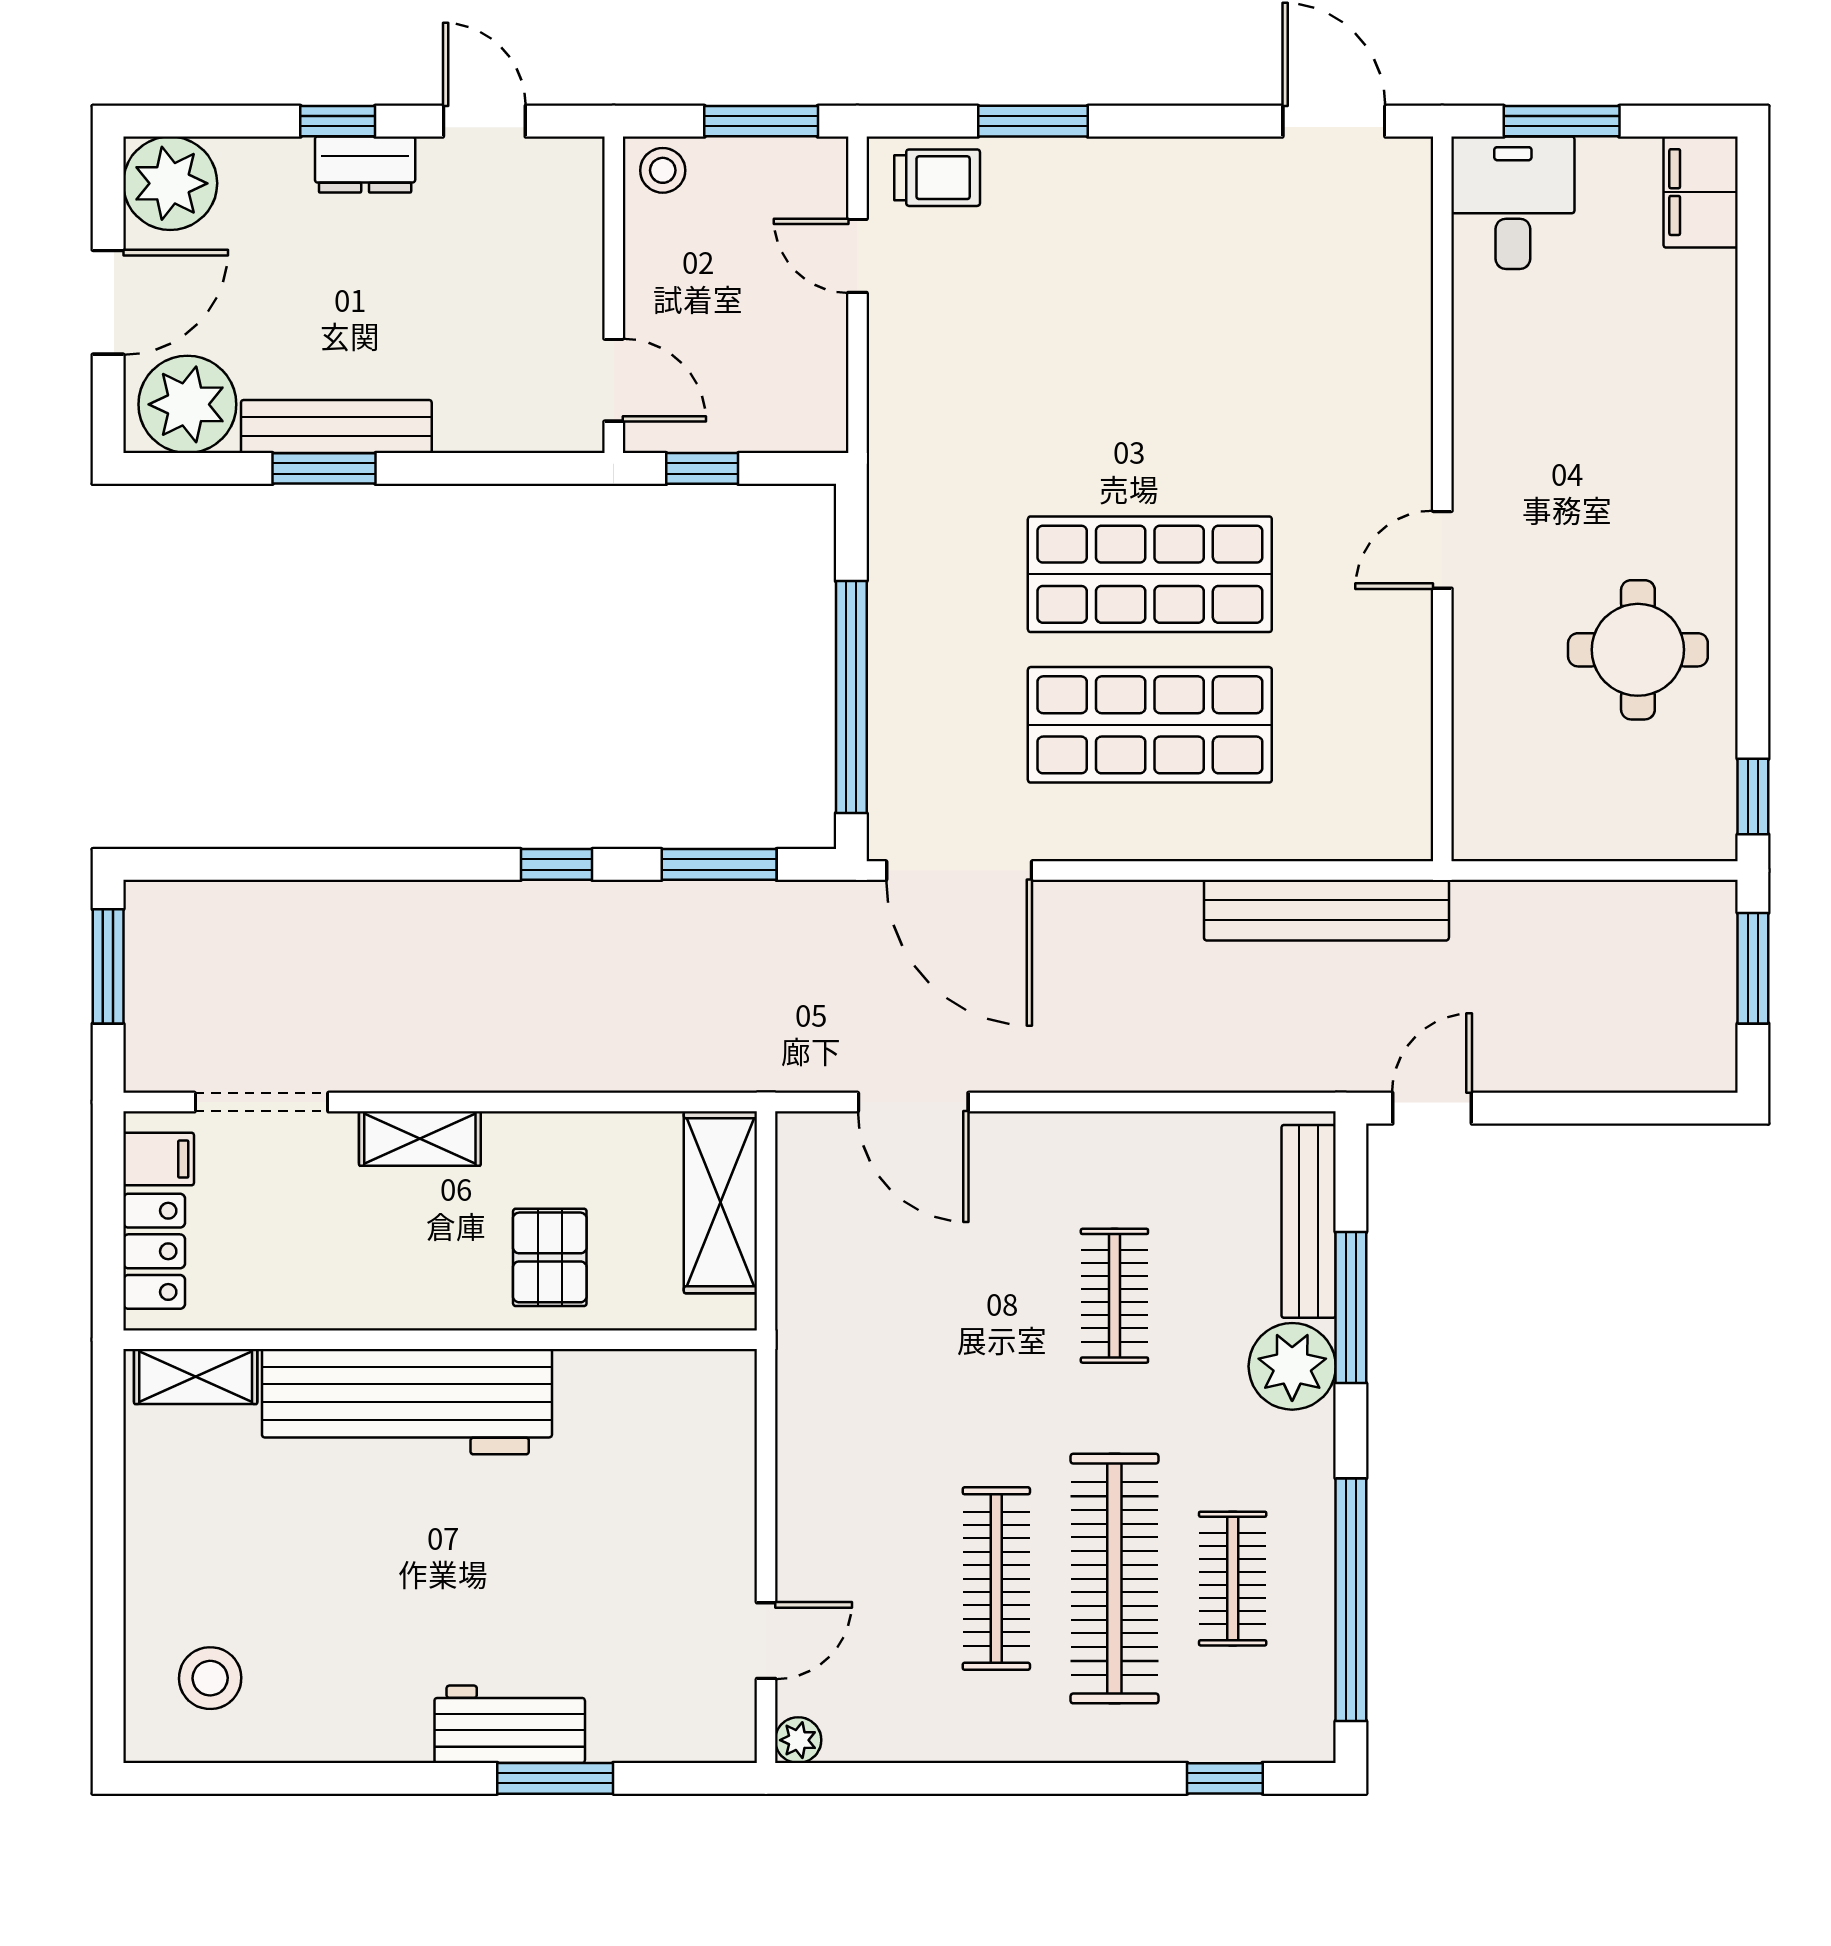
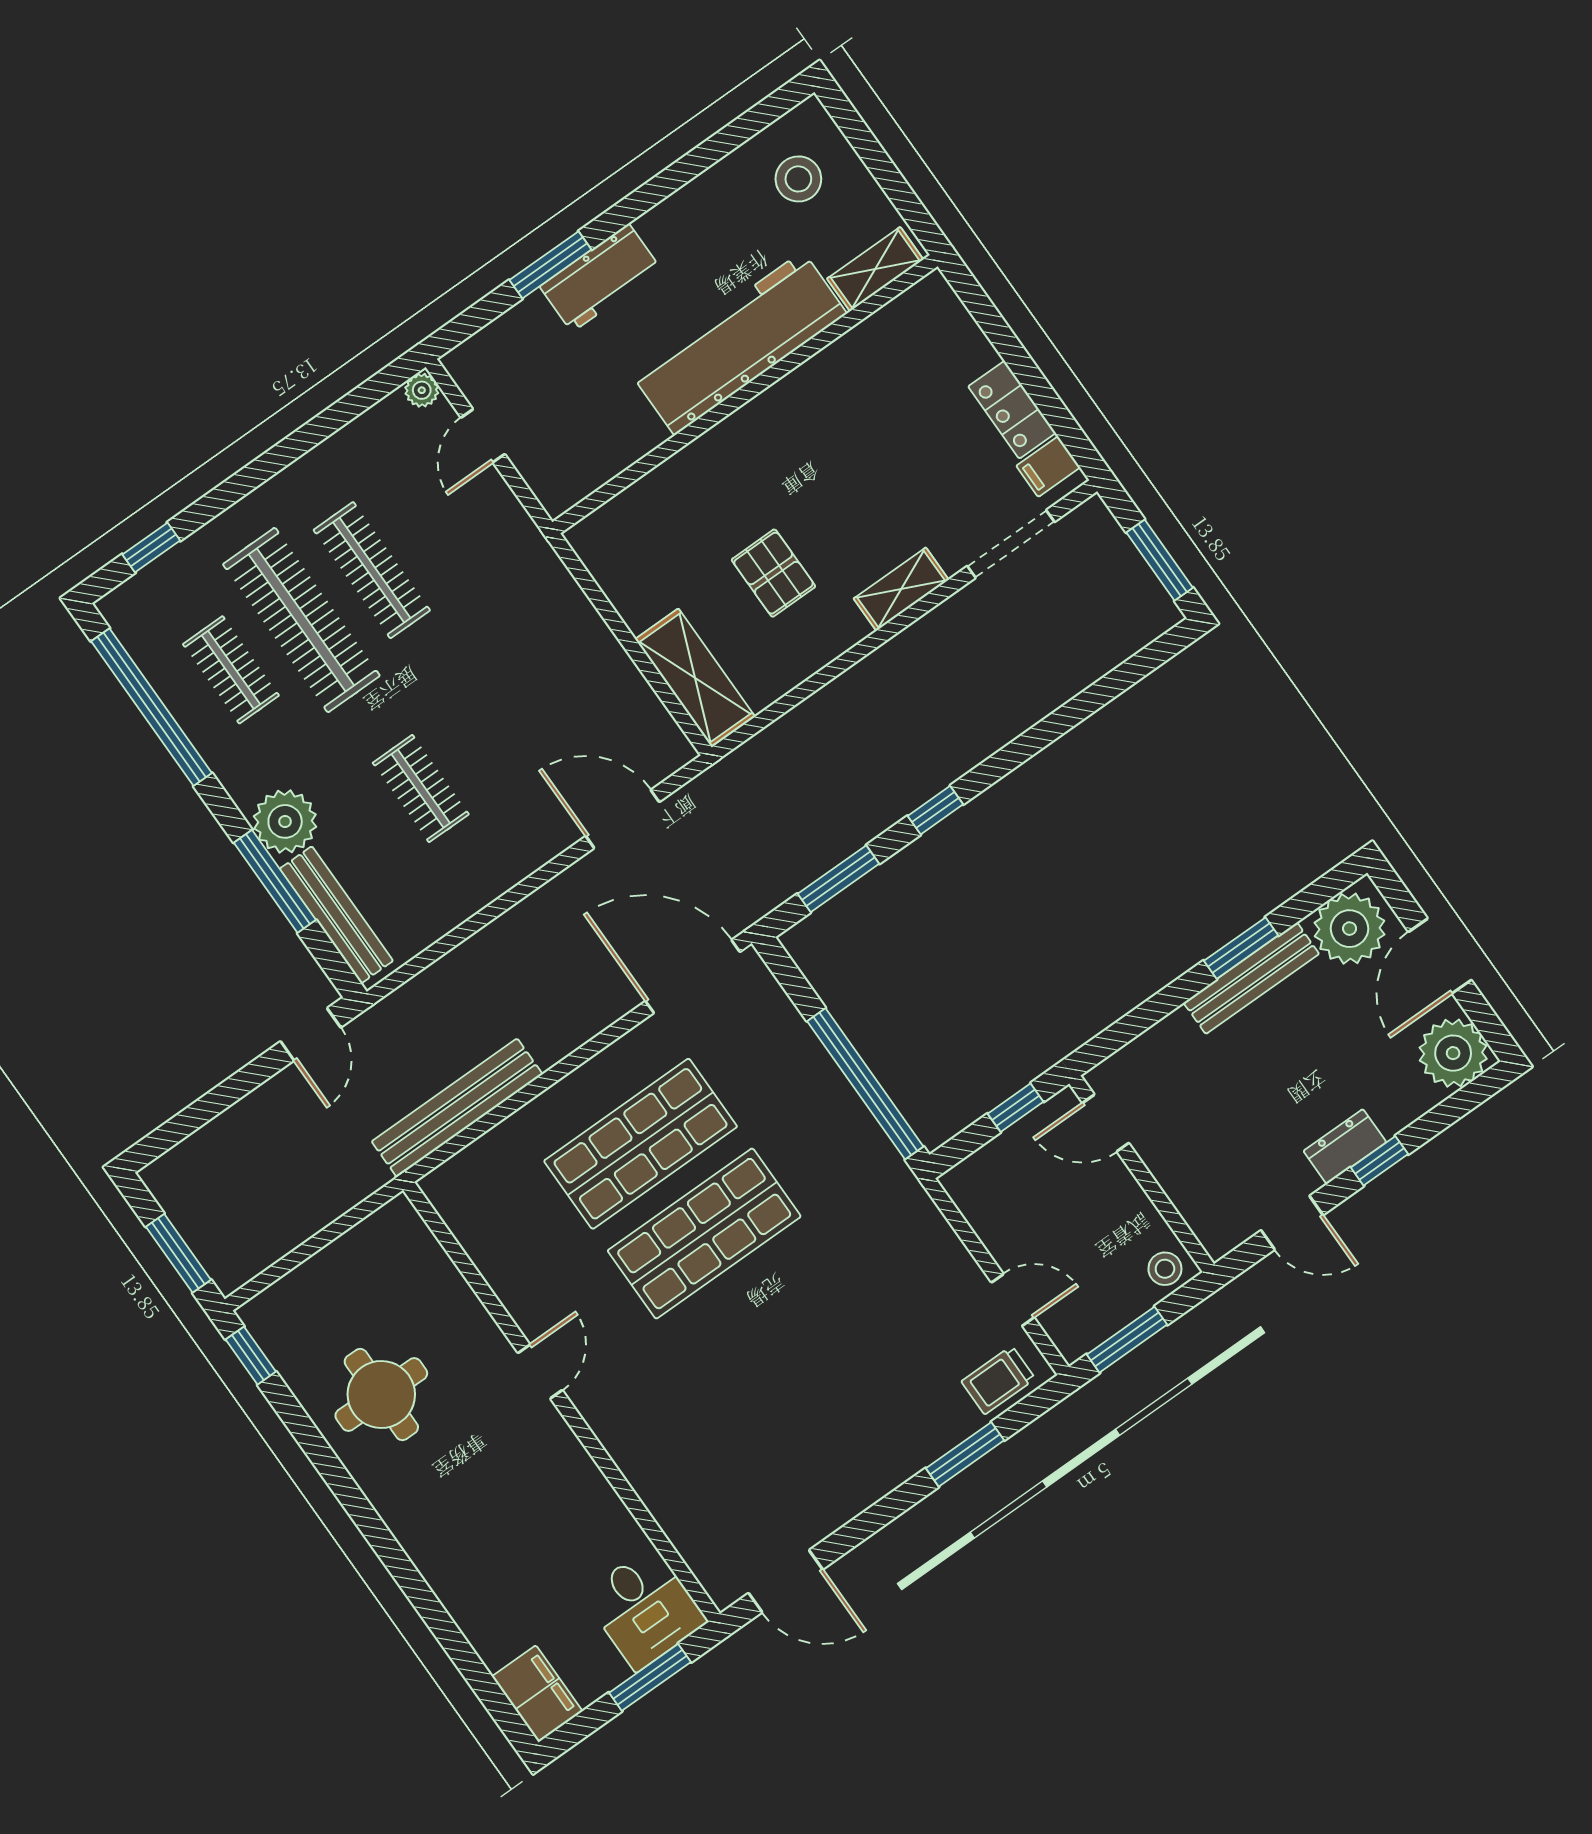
window: (851, 697) -> (865, 1084), moved
wall: (440, 1340) -> (745, 394), moved
shelving: (196, 1376) -> (875, 269), moved
workbench: (407, 1402) -> (739, 343), moved

